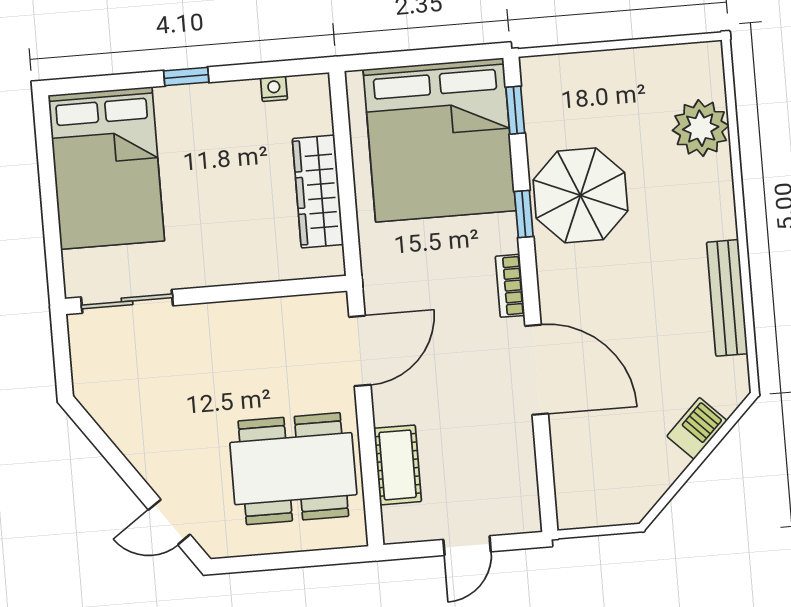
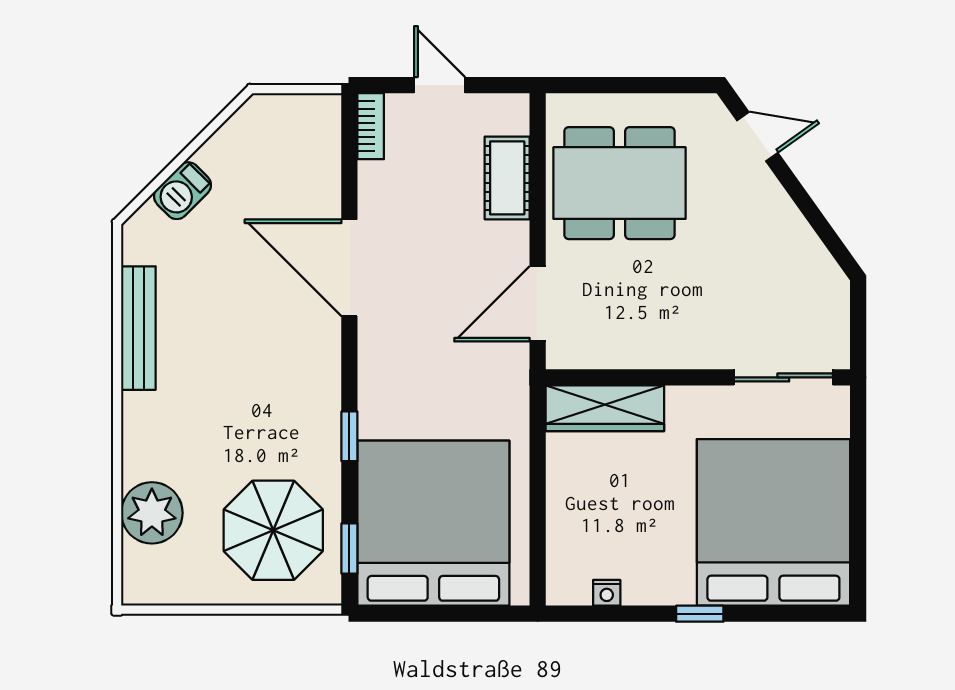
bed: (106, 168) -> (773, 522), width x1.36
wardrobe: (318, 192) -> (605, 408), moved, turned 90
parasol: (580, 195) -> (273, 530), moved
bookcase: (510, 286) -> (371, 126), moved
door: (467, 546) -> (440, 85), hinge flipped

